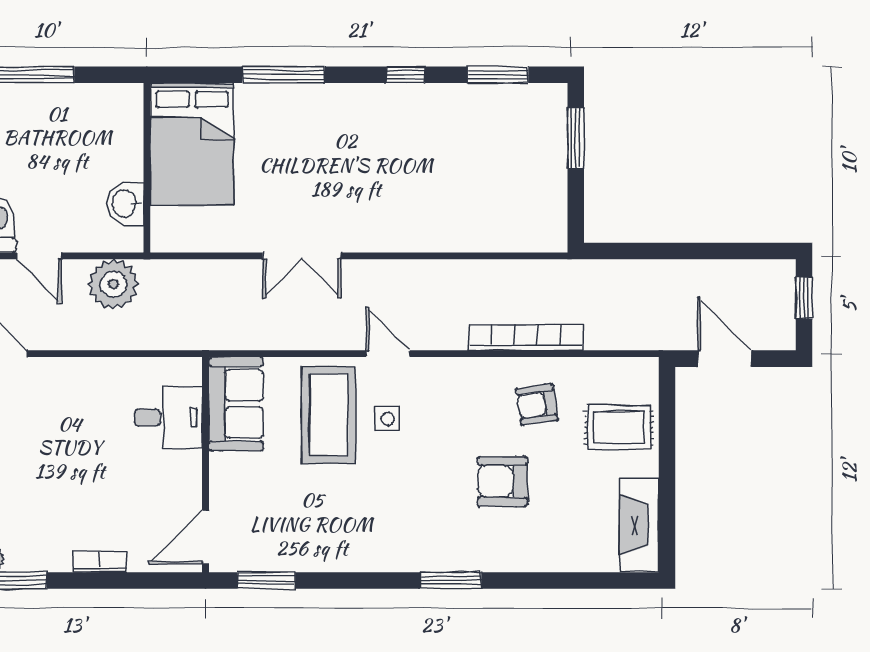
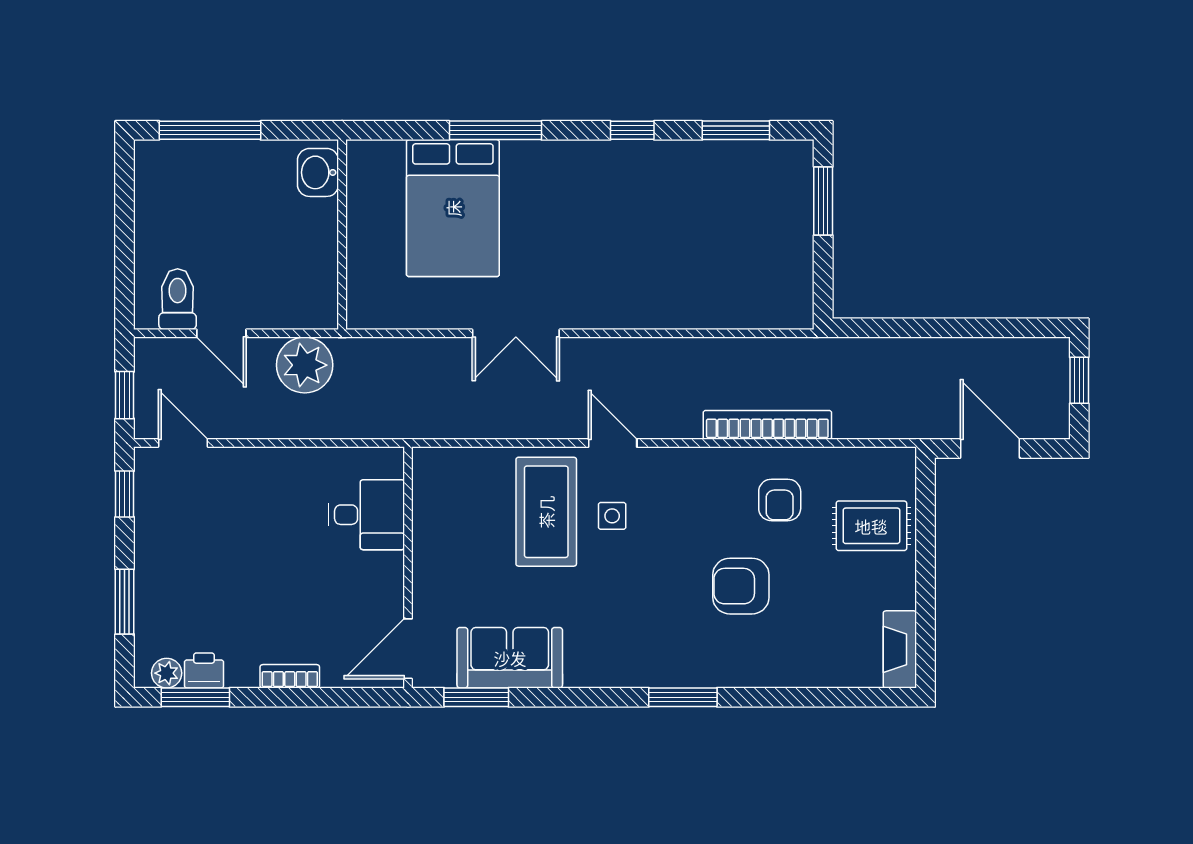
bed: (192, 144) -> (453, 208), moved
washbasin: (125, 204) -> (318, 172), moved
sofa: (236, 404) -> (510, 658), moved, turned -90
armchair: (537, 404) -> (780, 500), turned -82
fireplace: (639, 525) -> (900, 649), width x0.73, depth x0.76
printer: (24, 556) -> (204, 670), added

